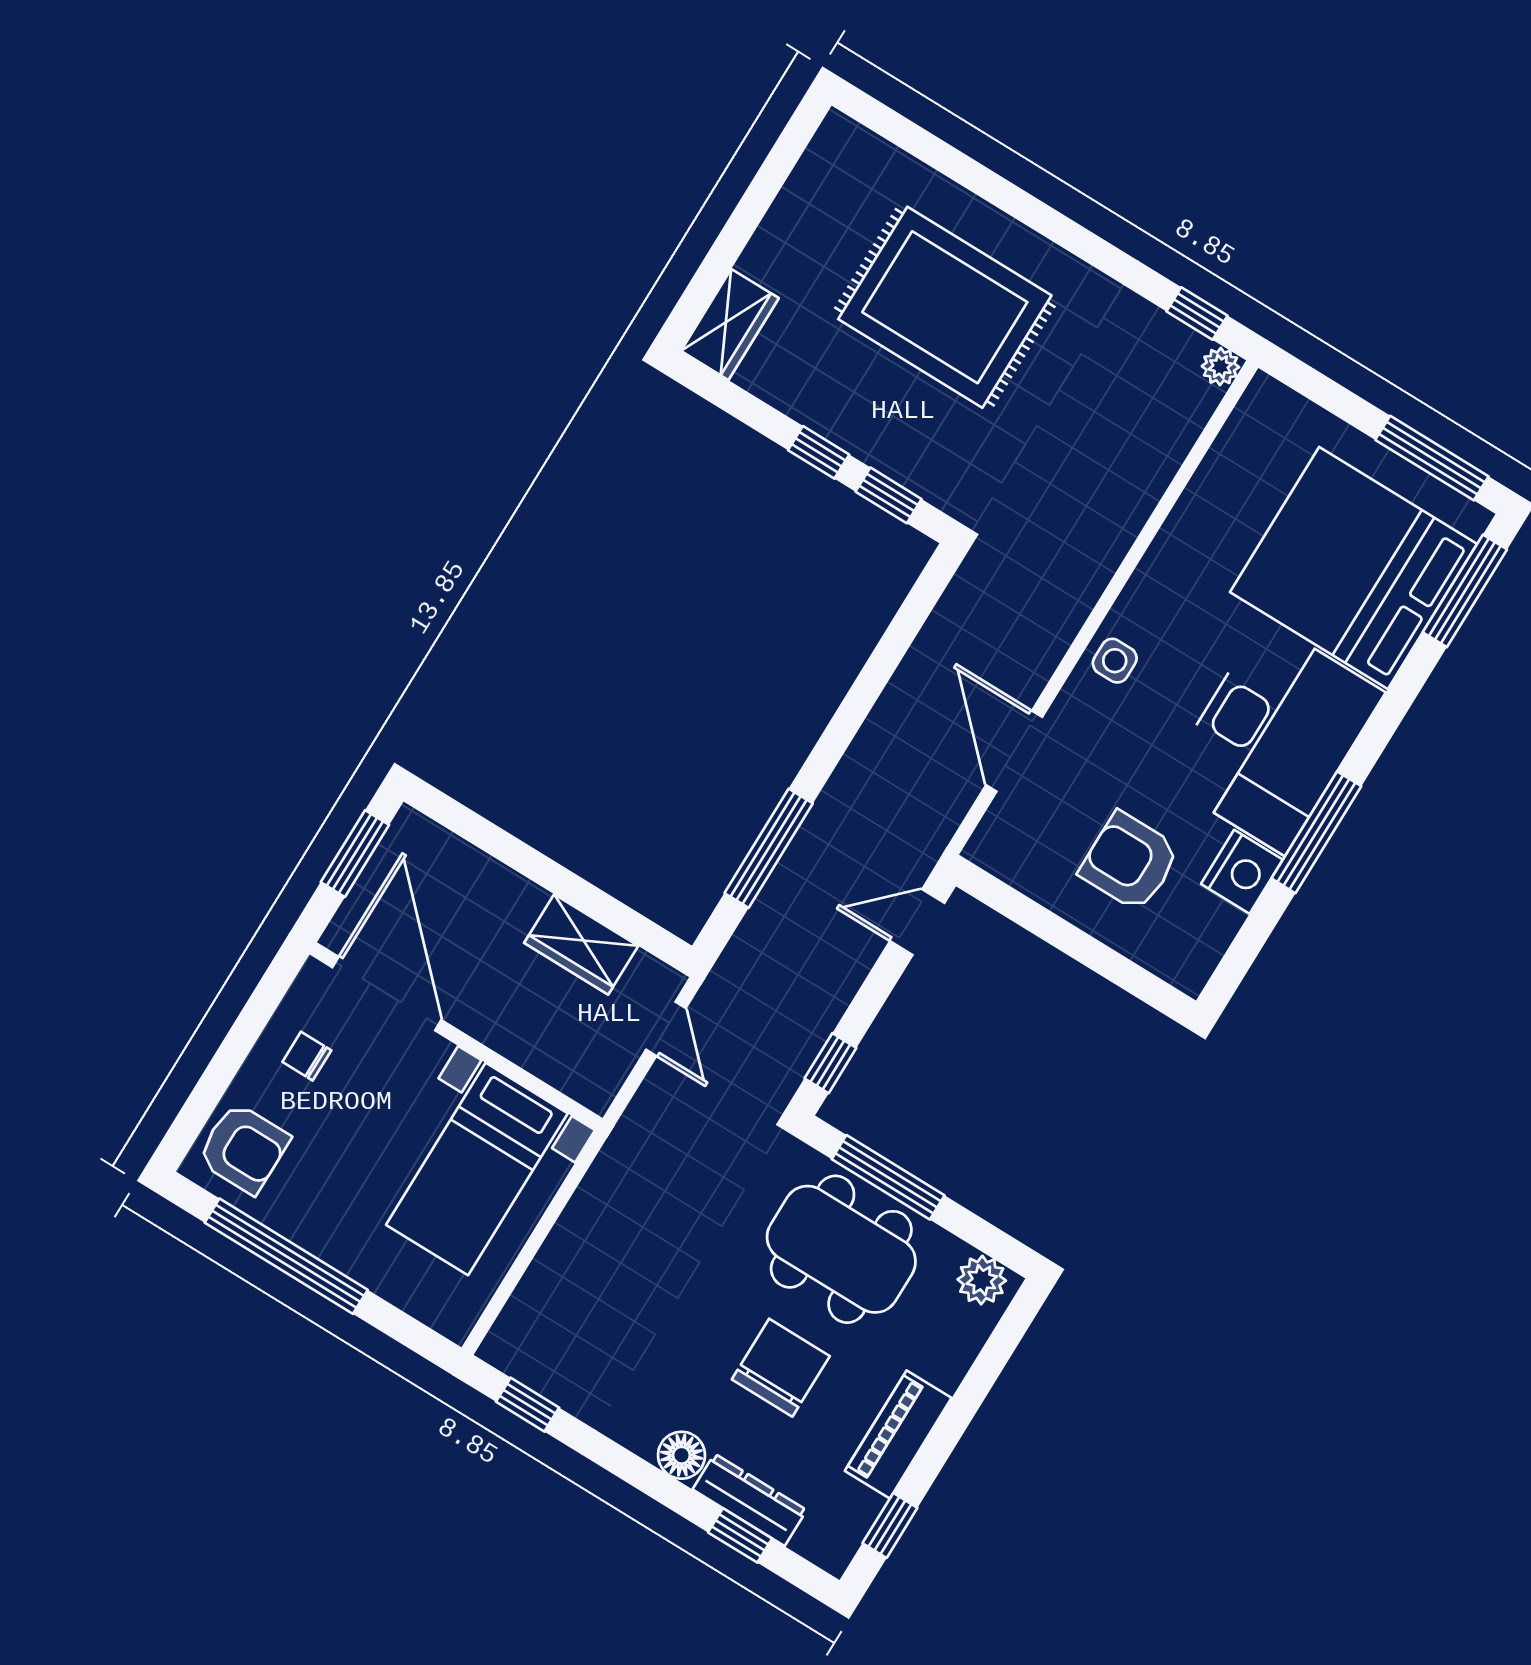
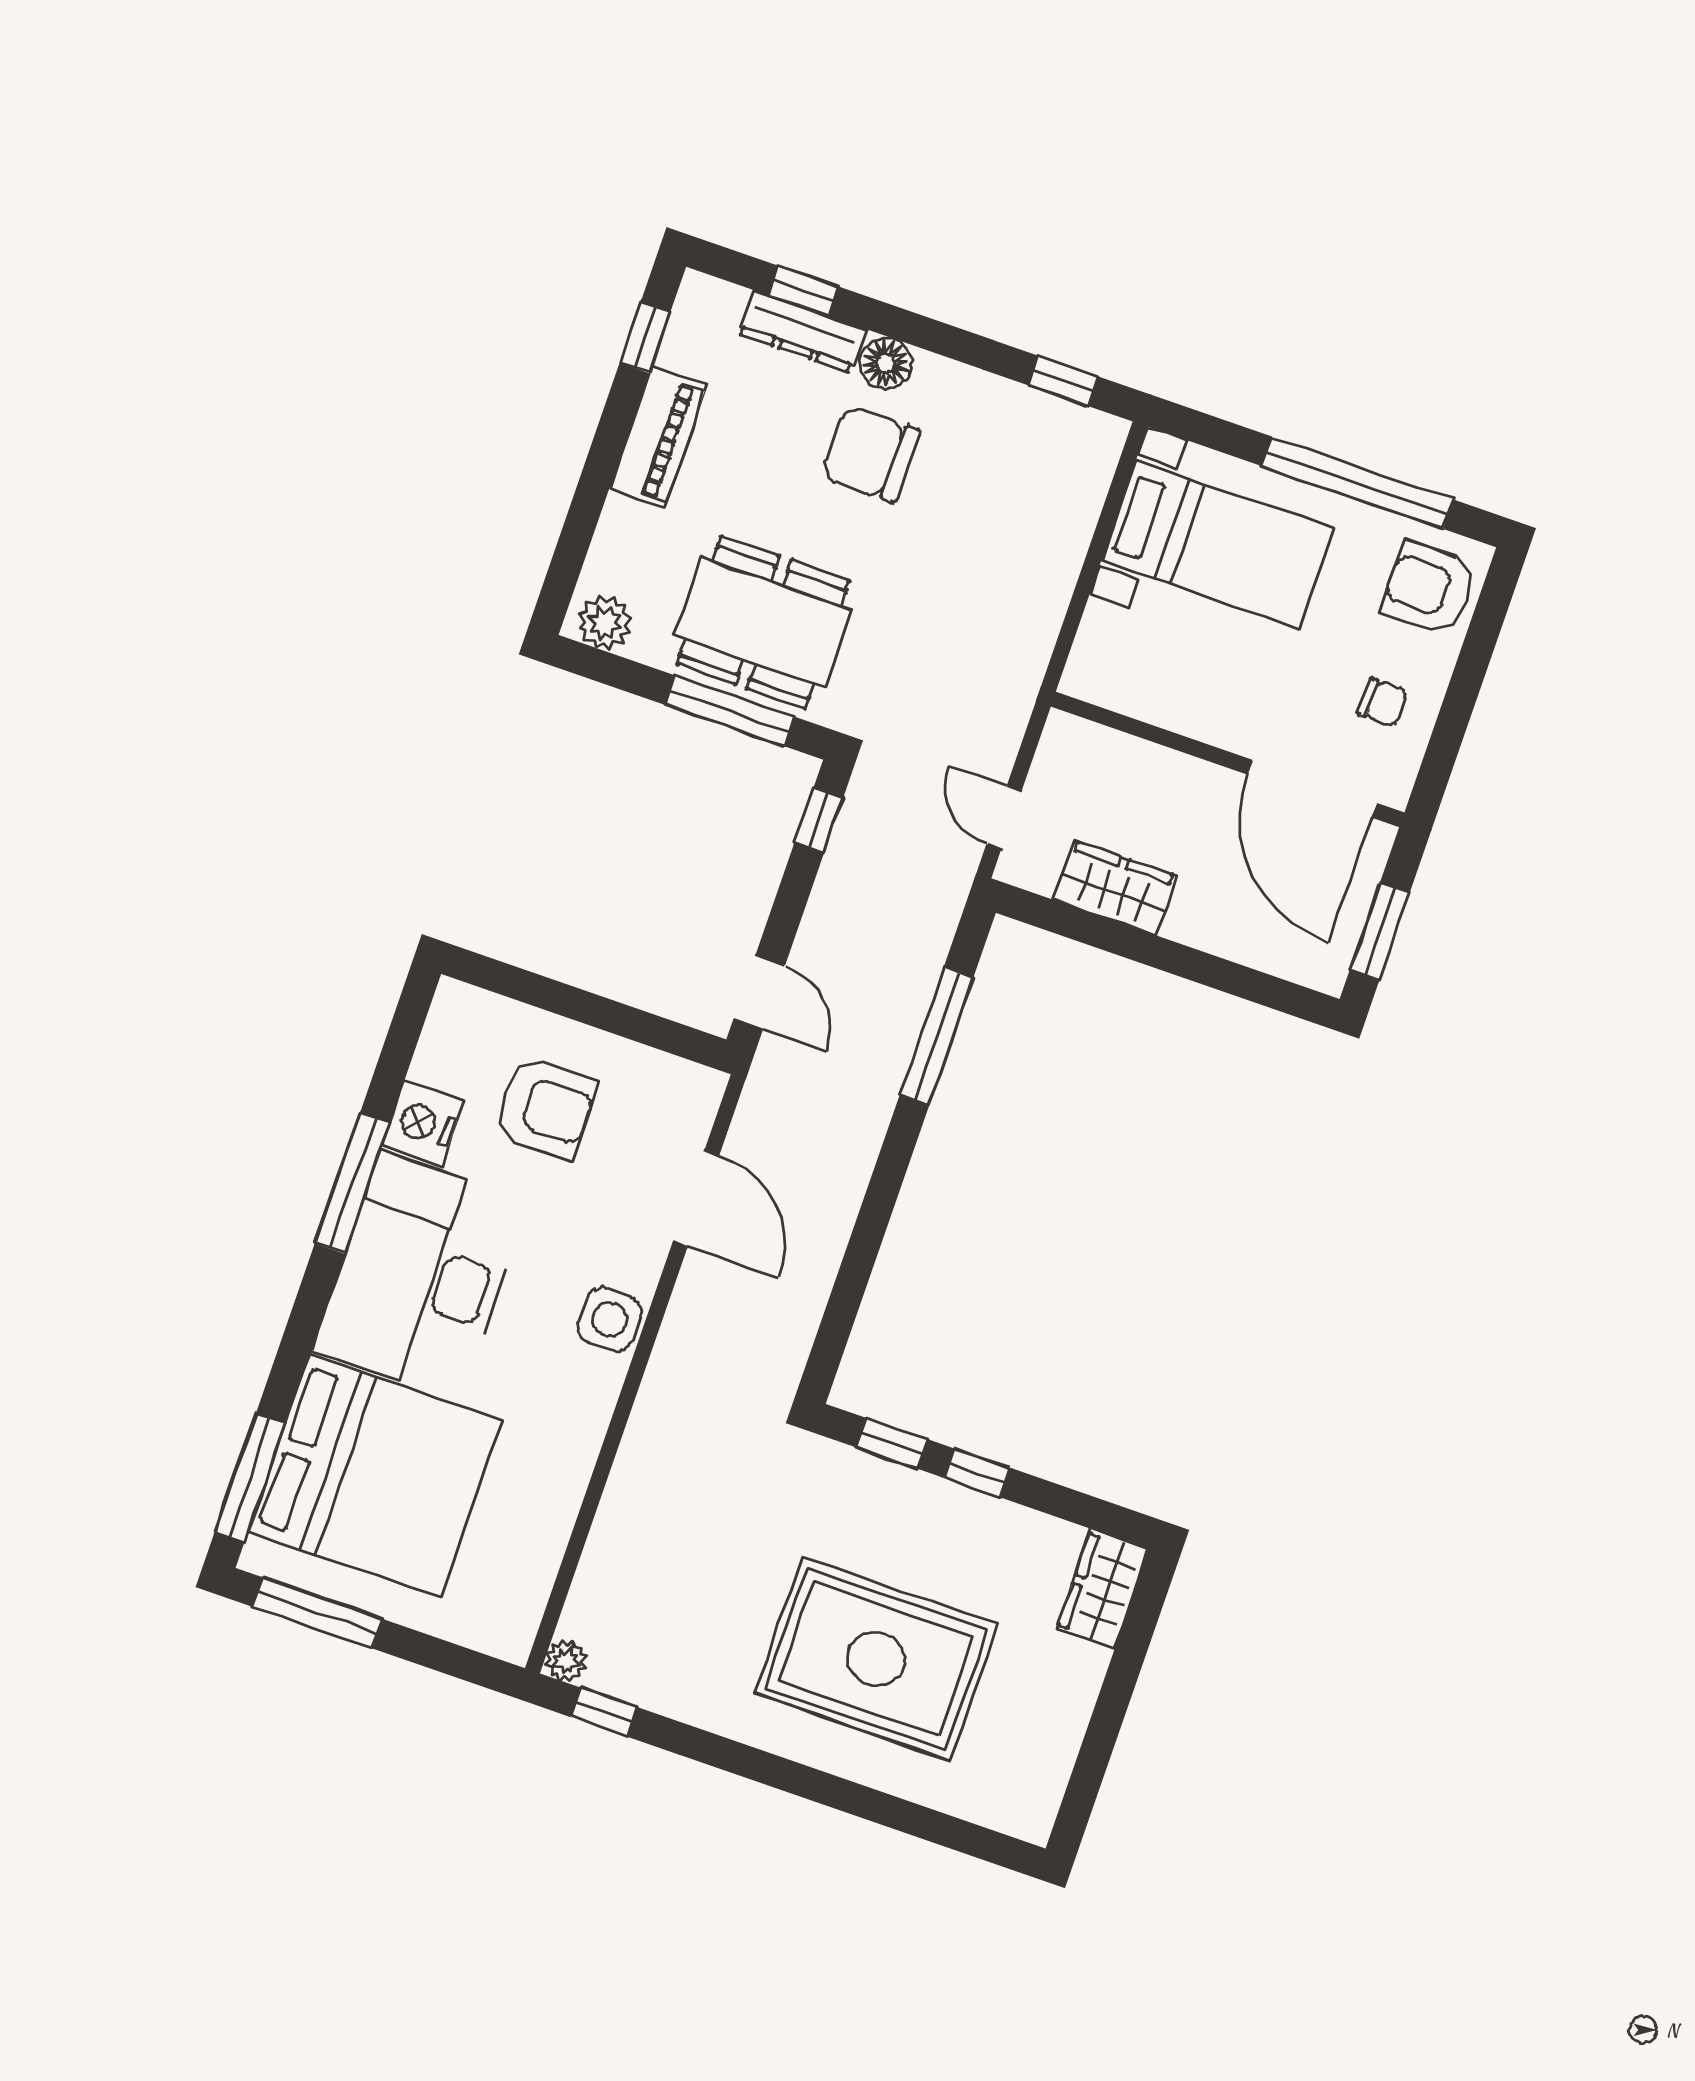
side table: (1115, 661) -> (610, 1320), width x1.37, depth x1.37
door: (917, 922) -> (759, 992), hinge flipped
bed with nightstands: (477, 1169) -> (1218, 544), moved, turned 90
chair: (781, 1368) -> (871, 454), moved, turned 90

